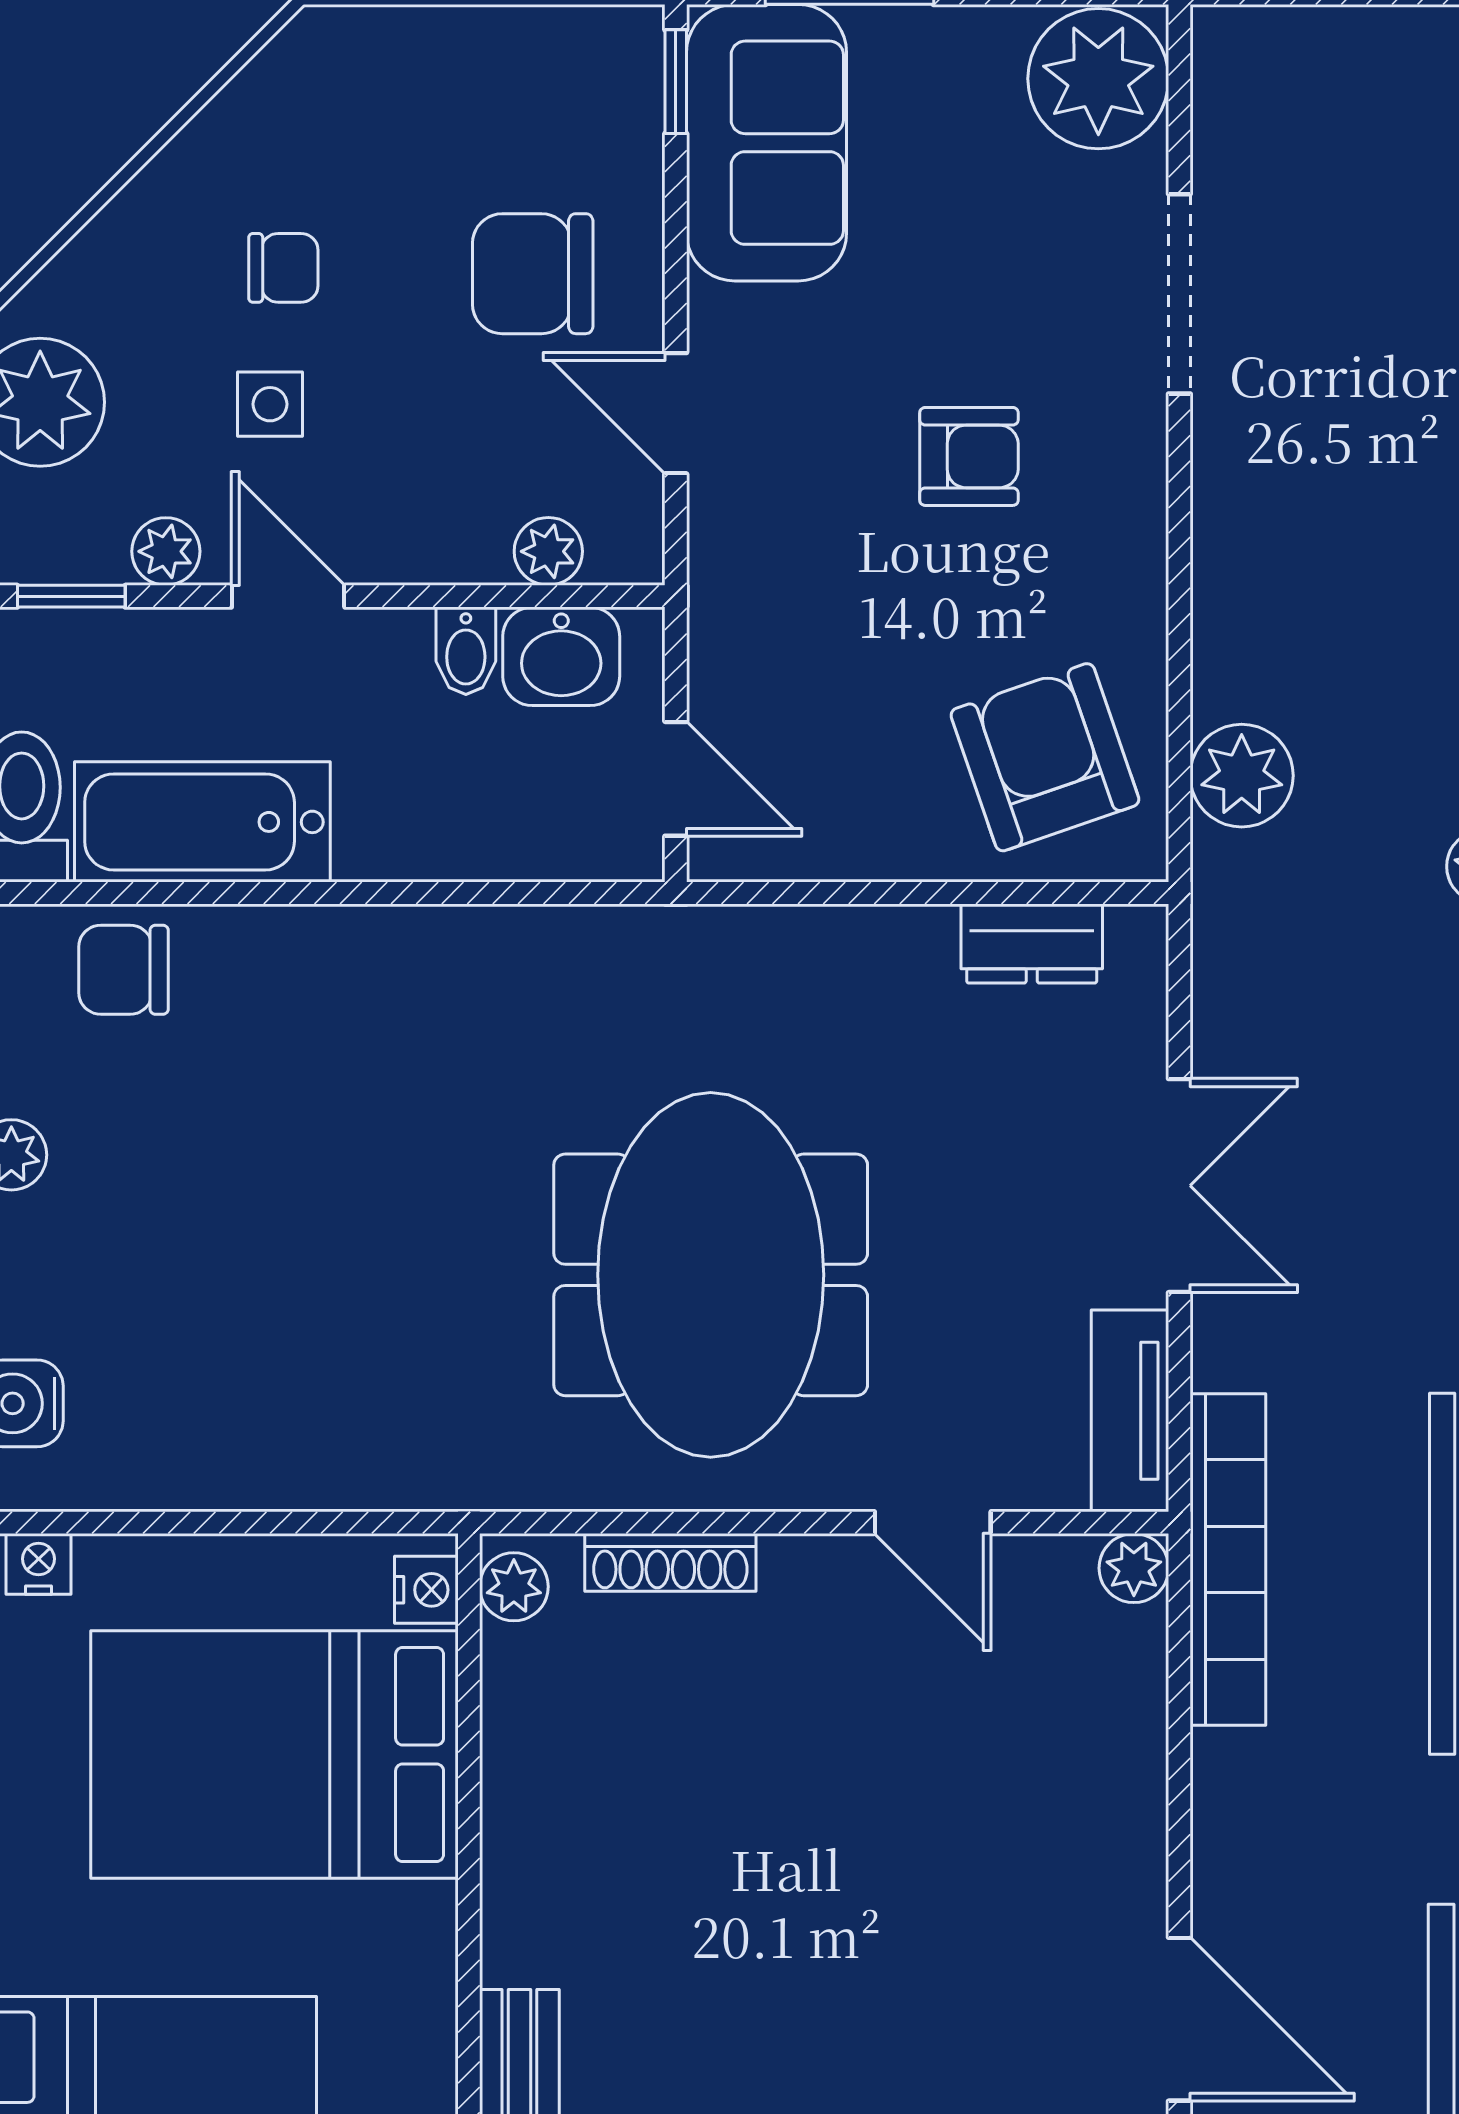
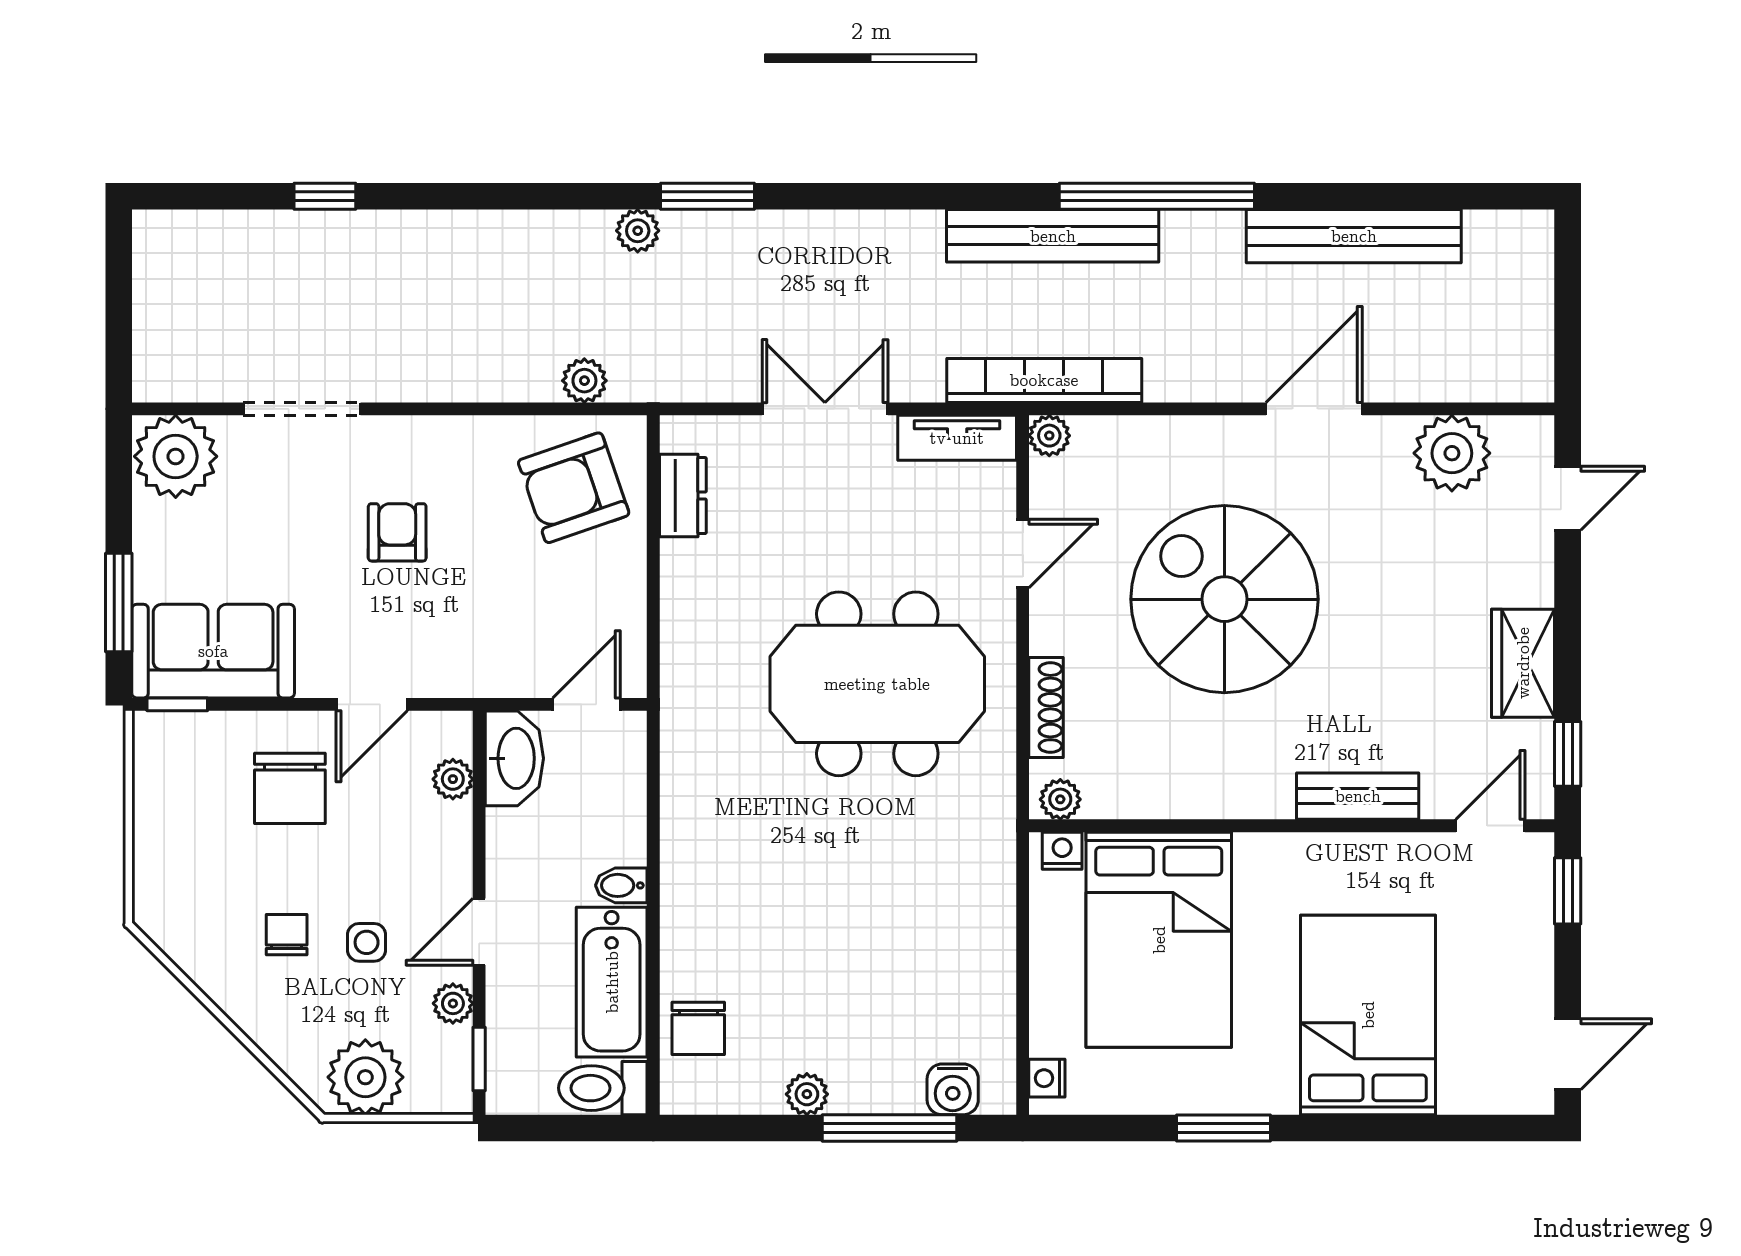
bidet: (466, 651) -> (621, 885), moved, turned 180
washbasin: (561, 656) -> (514, 758), width x1.38
plant: (1242, 776) -> (584, 381), width x0.73, depth x0.73
spiral stairs: (855, 1867) -> (1224, 599), added

